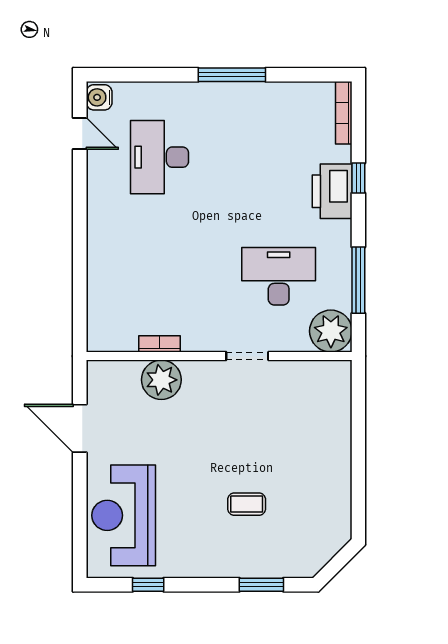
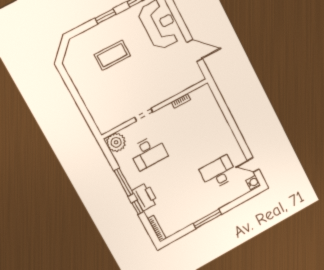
desk: (160, 157) -> (218, 173), turned -90
window: (358, 280) -> (124, 182), moved
plant: (161, 380) -> (173, 87), removed
coffee table: (247, 504) -> (112, 55), width x1.86, depth x1.72
window: (261, 585) -> (105, 16), moved

